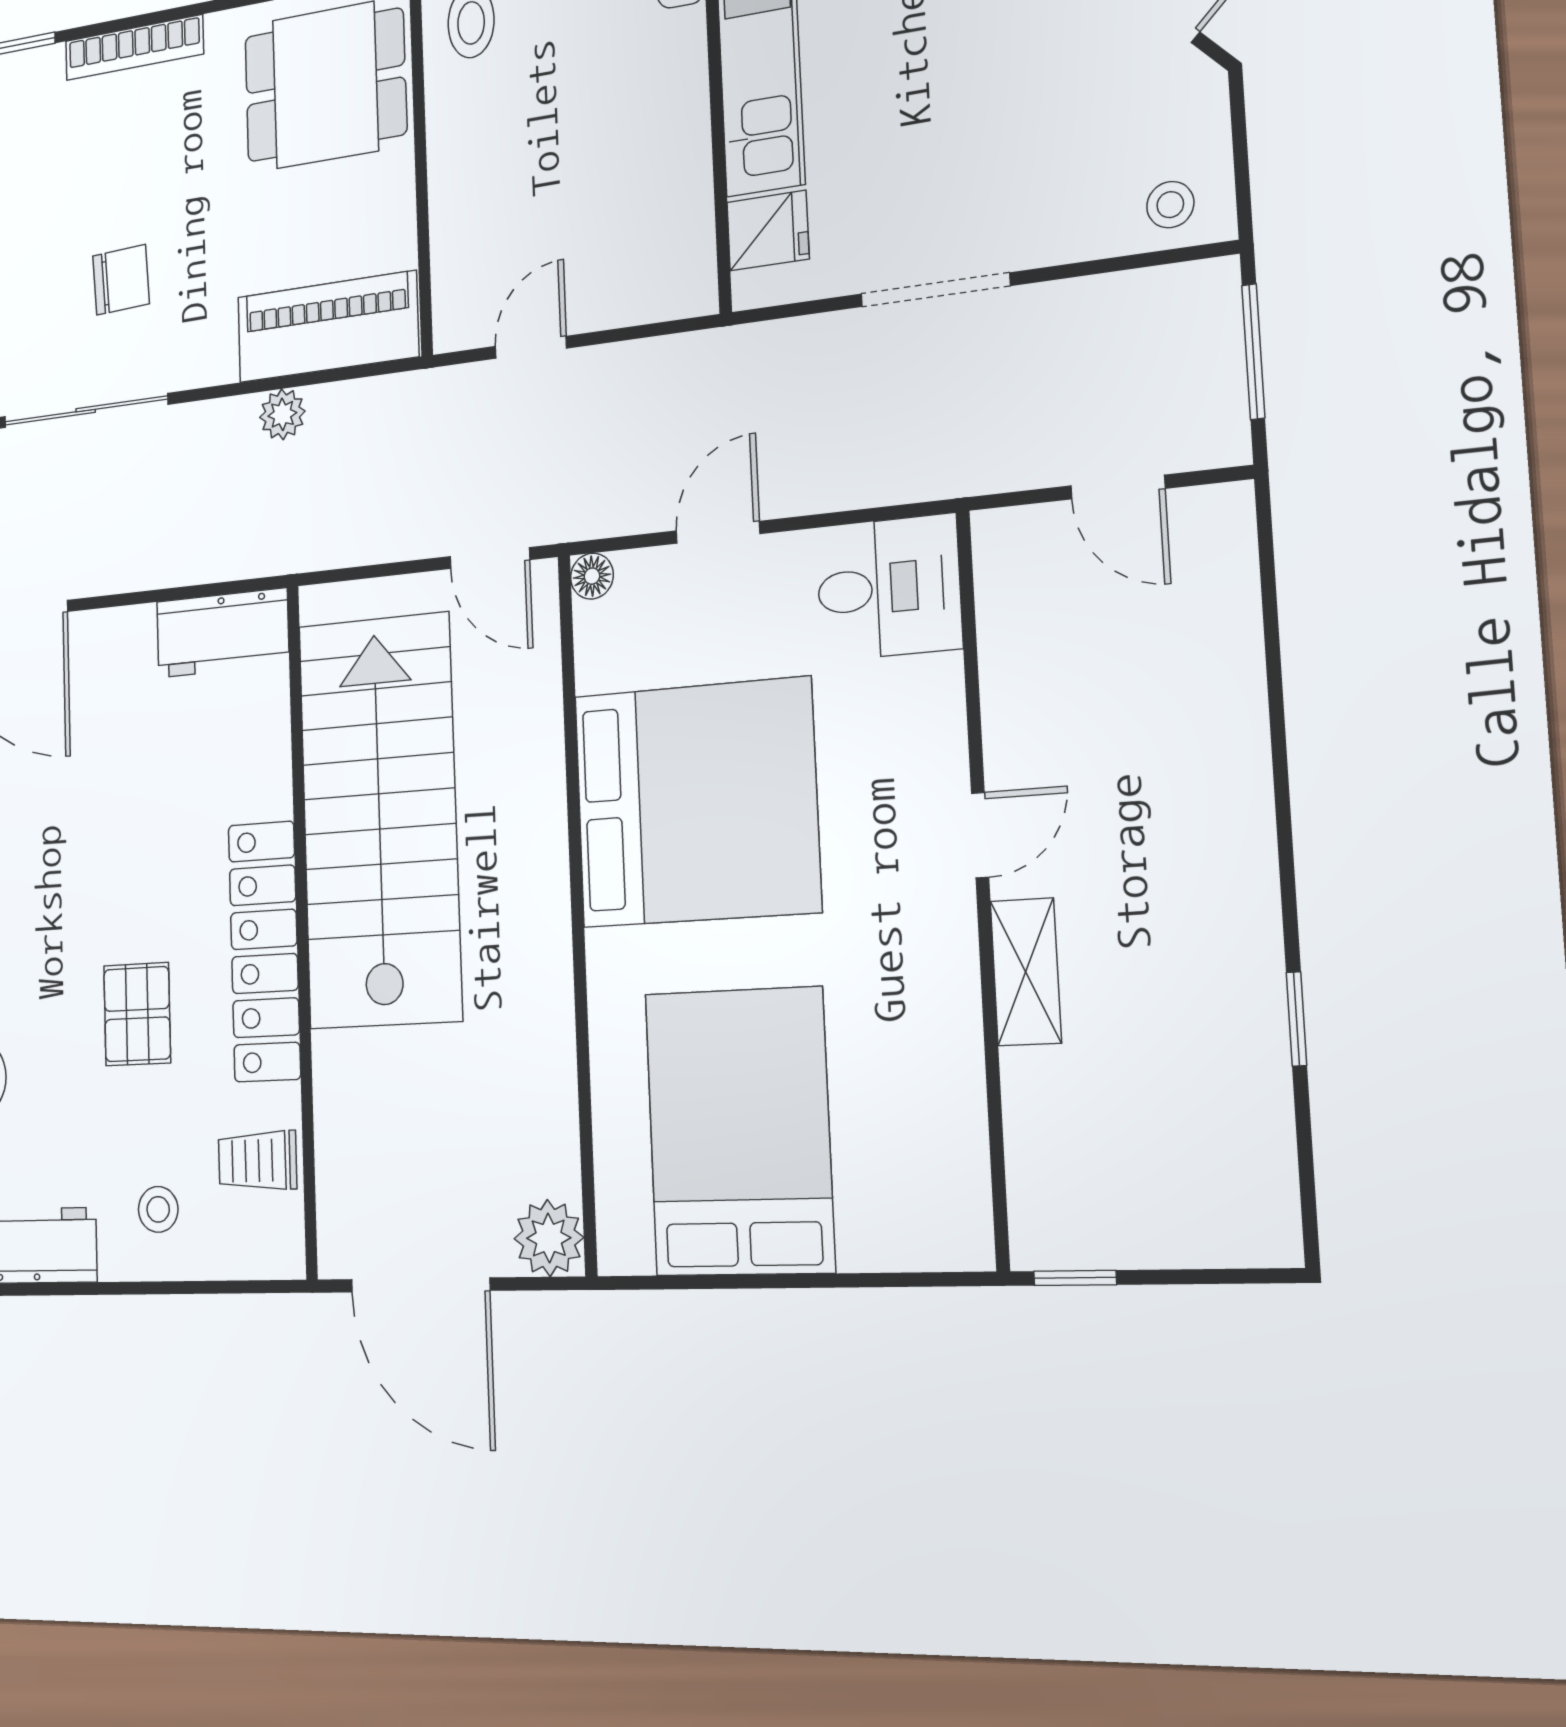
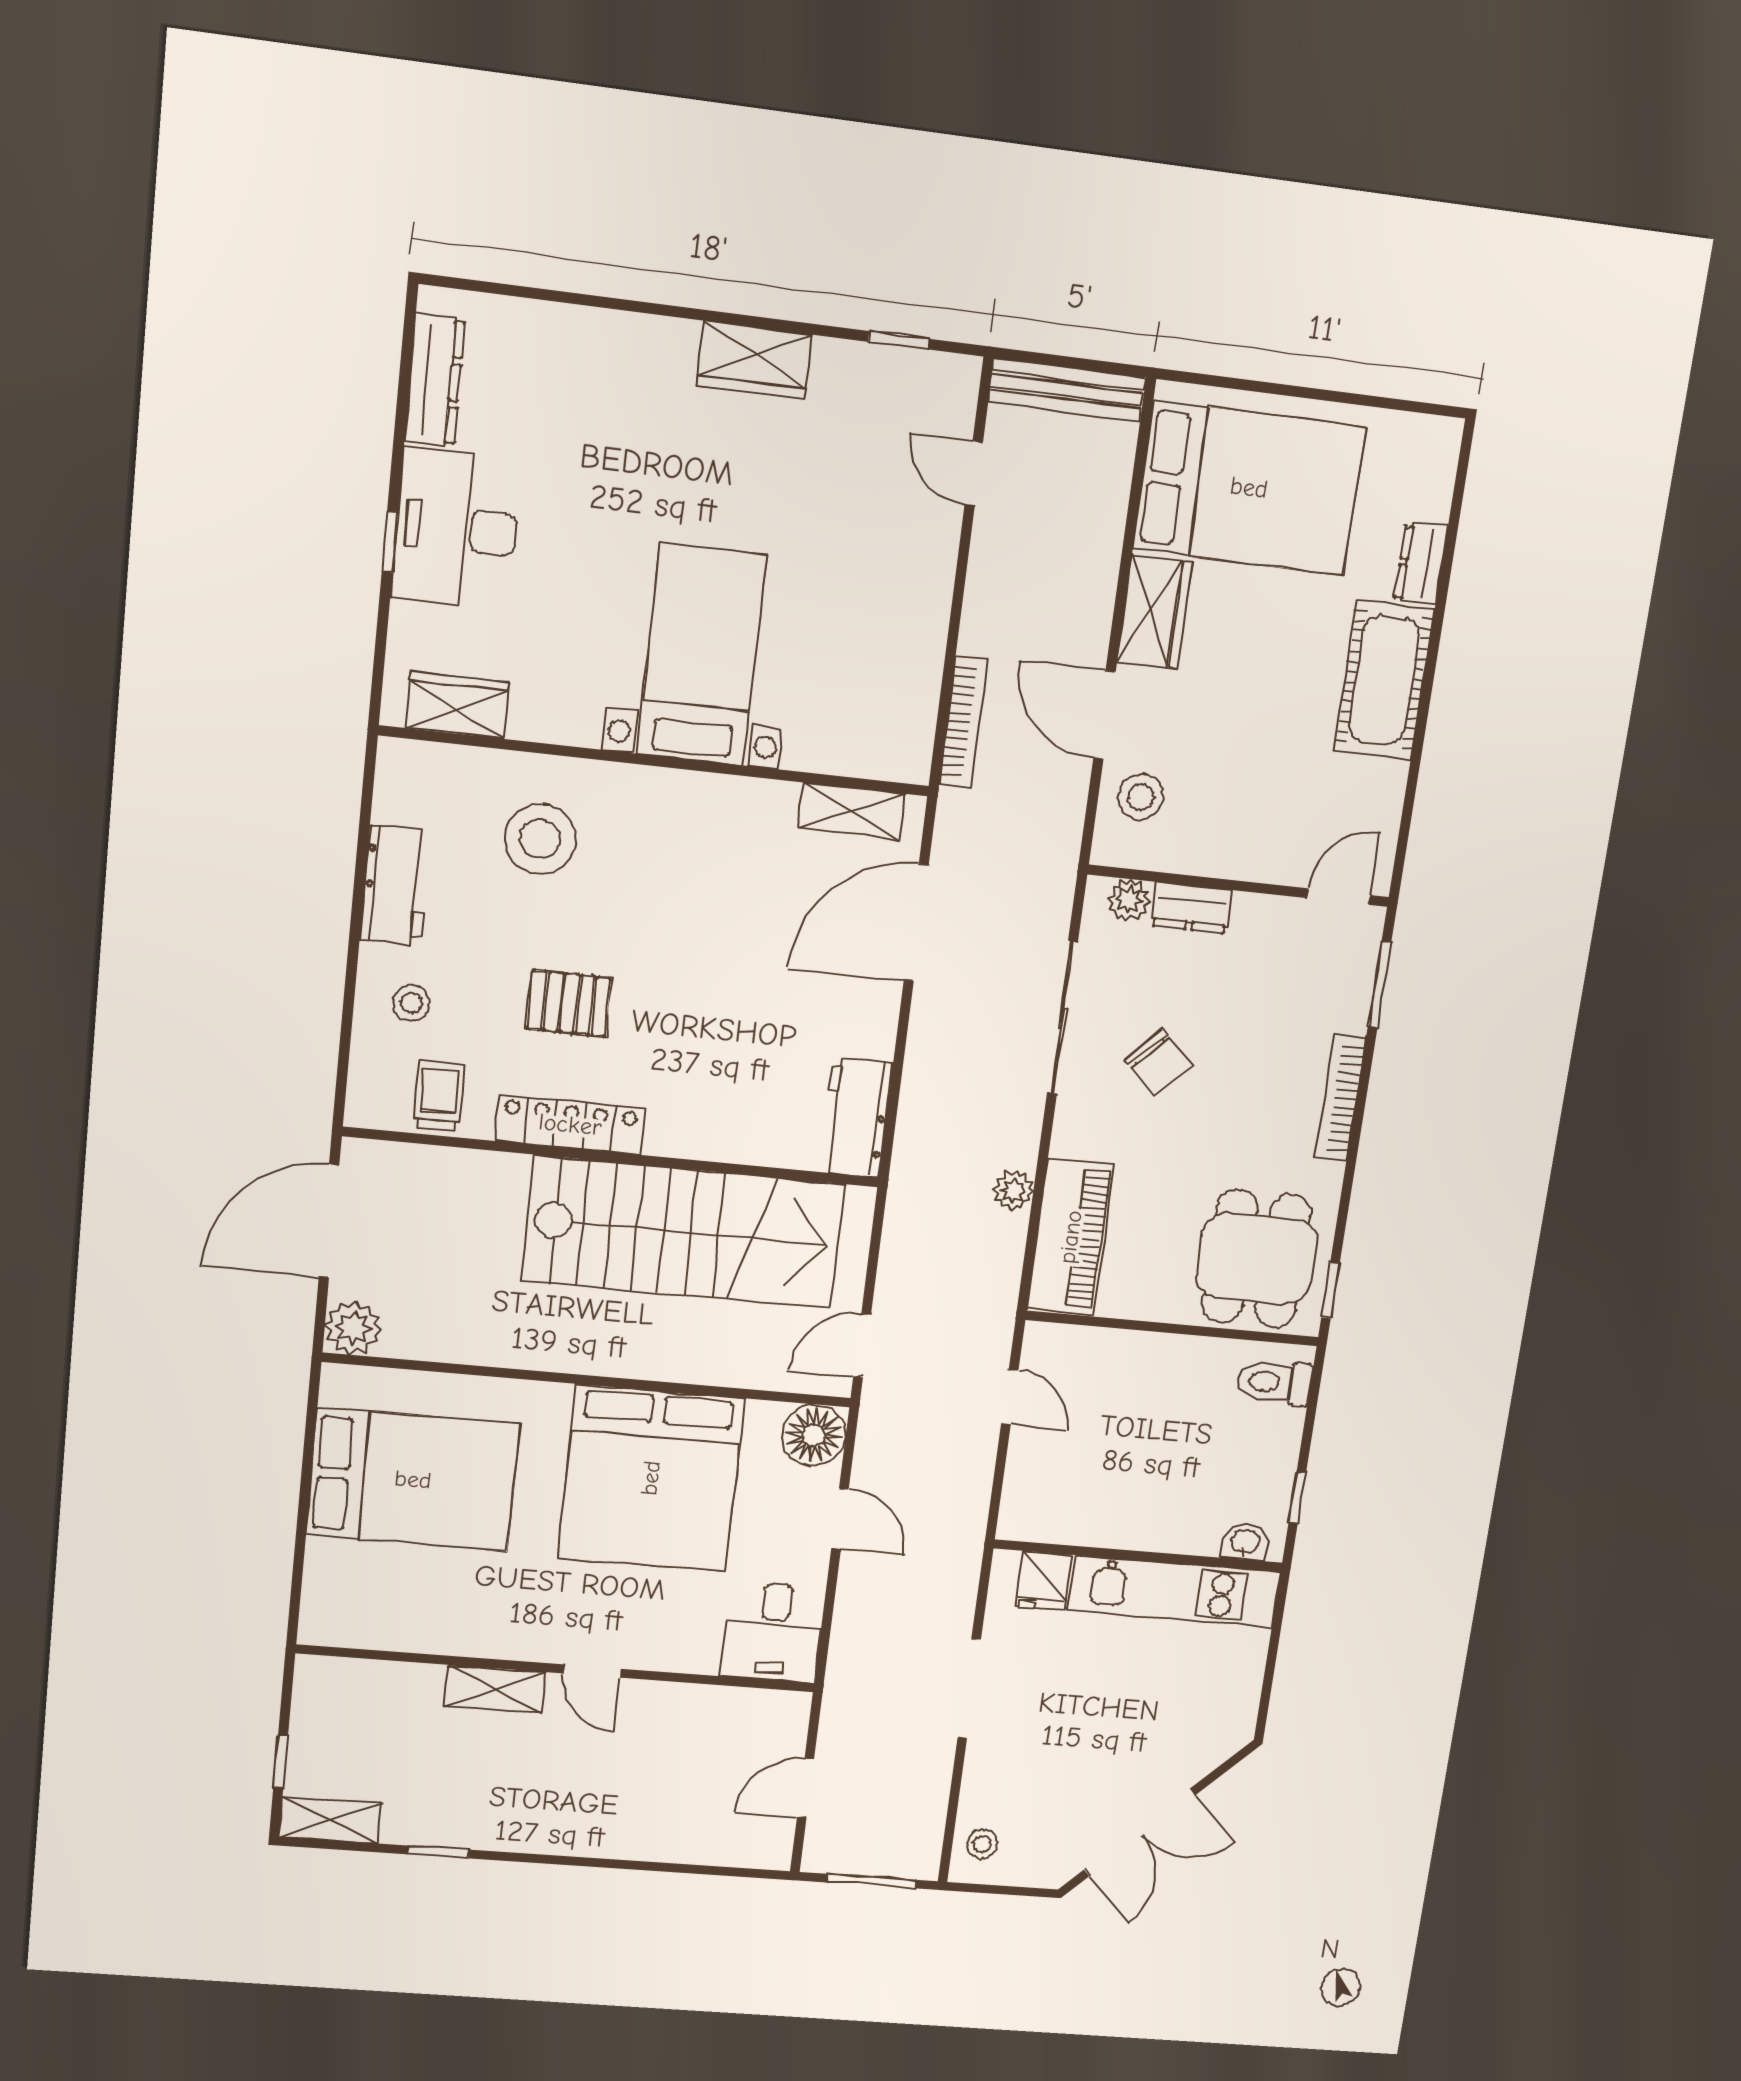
chair: (121, 280) -> (1158, 1063), turned -43
floor lamp: (592, 576) -> (814, 1435), width x1.89, depth x1.89
locker: (264, 951) -> (570, 1125), width x0.71, depth x0.83
shelving: (1266, 1192) -> (330, 1820), added
window: (1075, 1278) -> (281, 1762), moved

